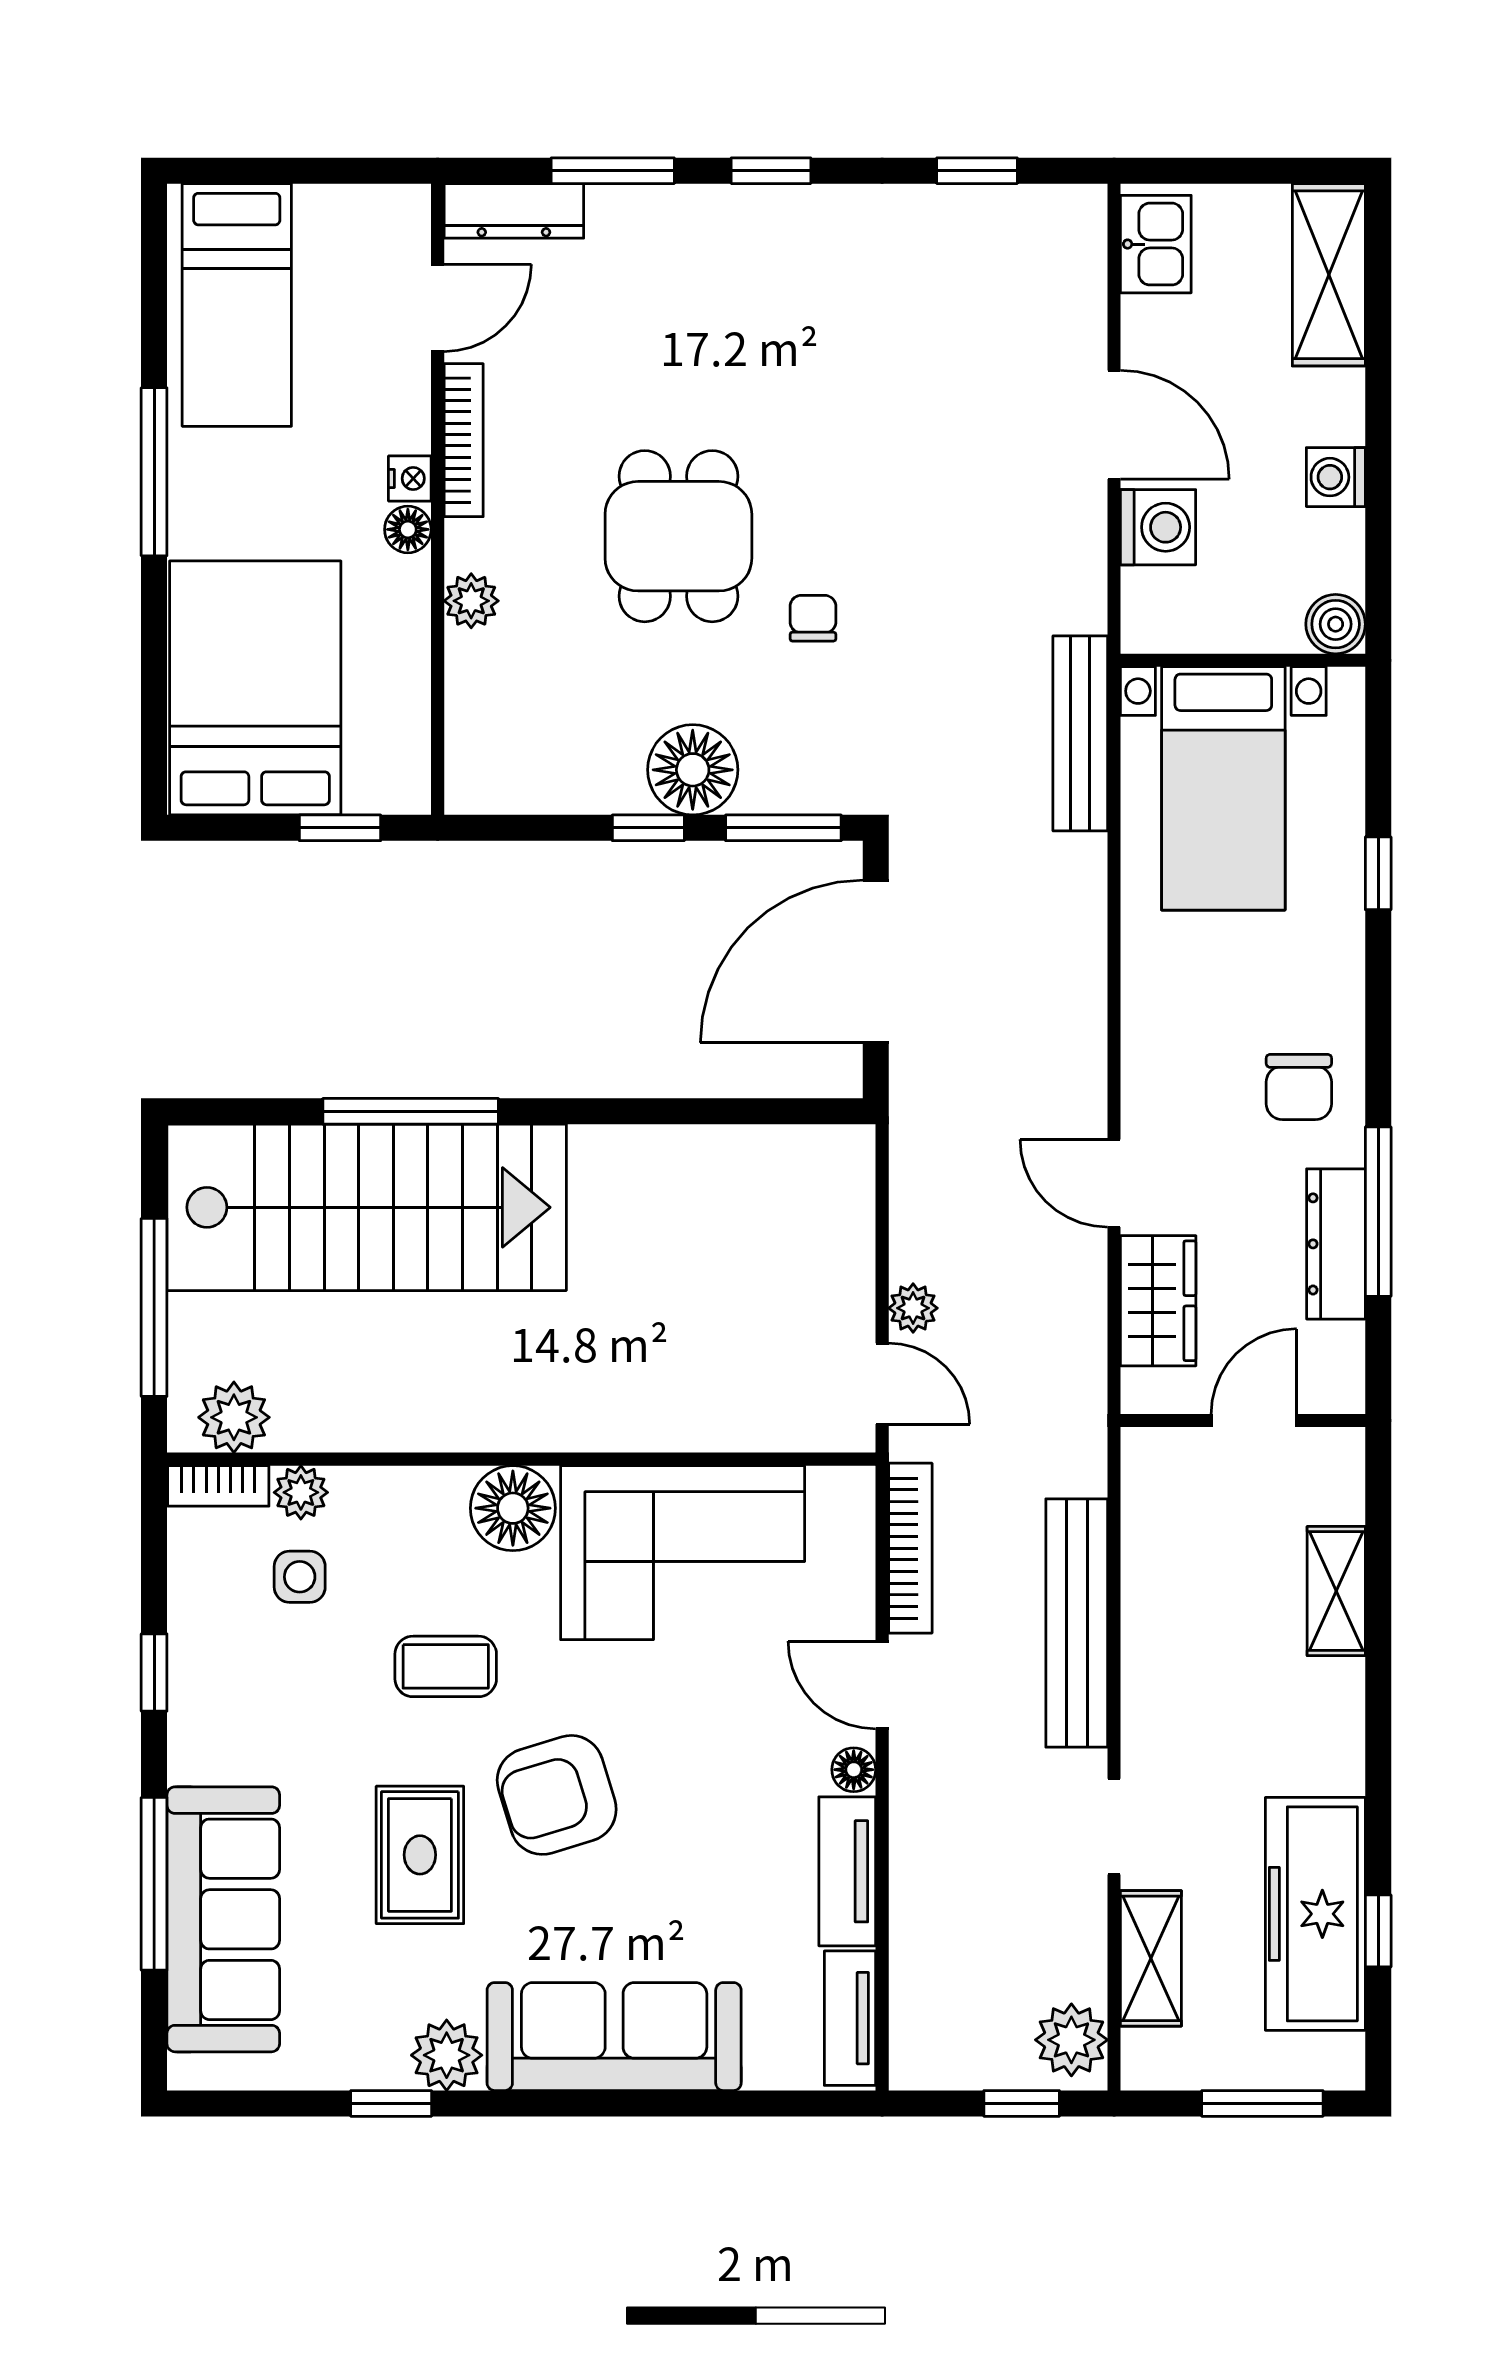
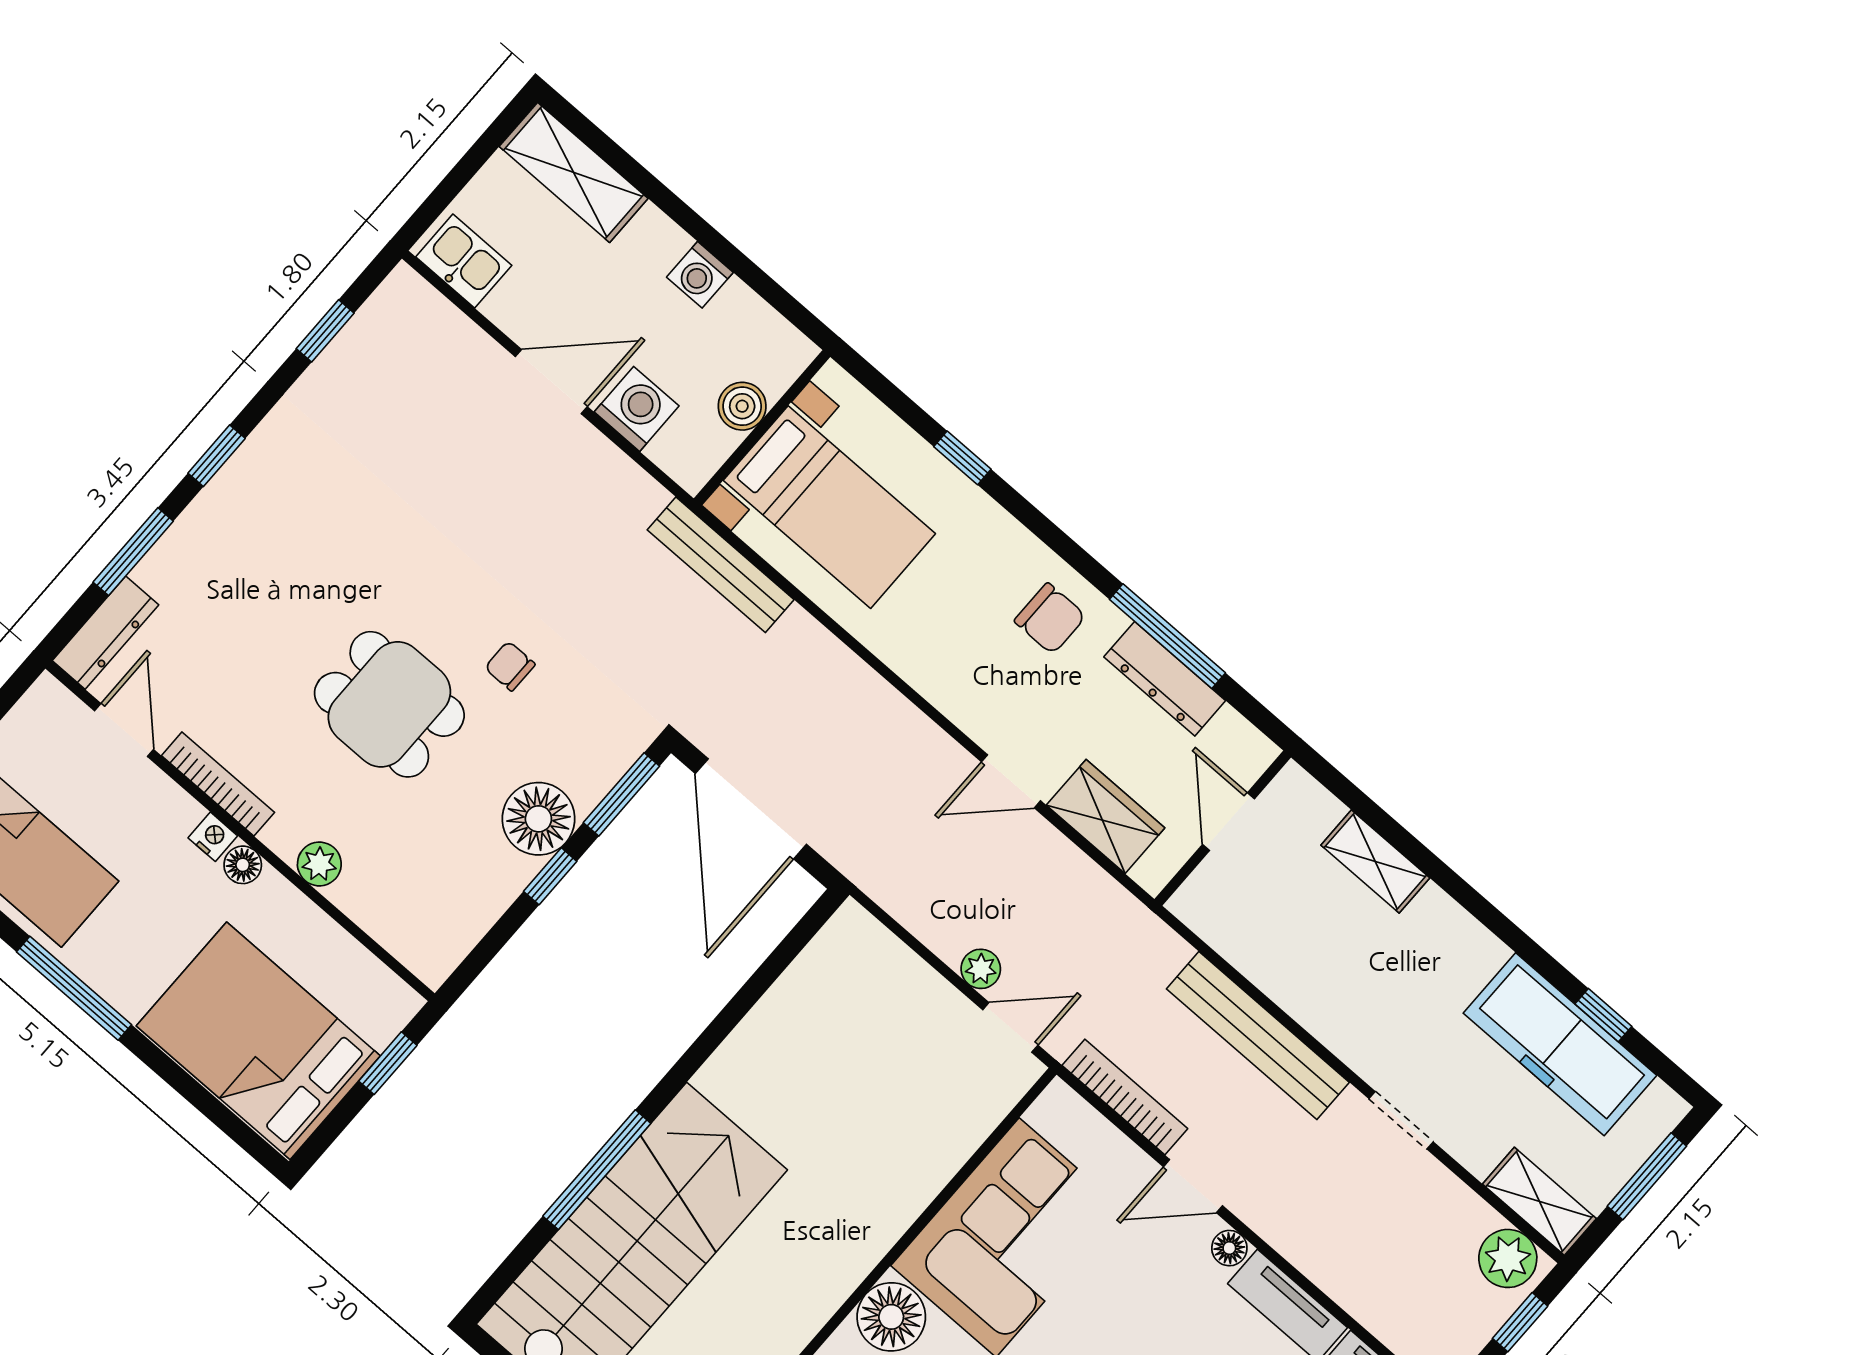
boiler: (1336, 624) -> (742, 406), moved
shelving: (1151, 1958) -> (1539, 1201), moved

